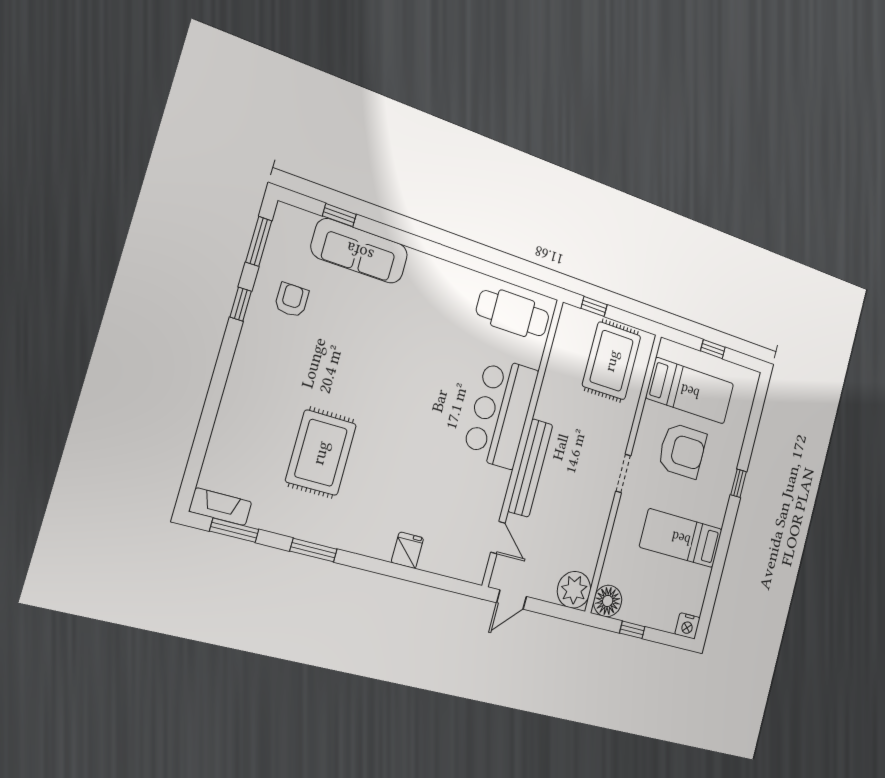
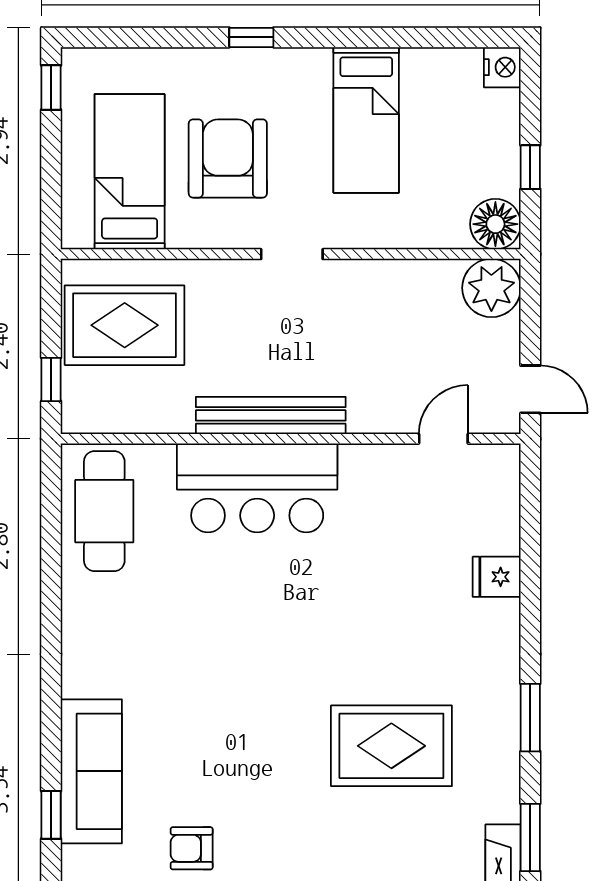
window: (713, 349) -> (51, 87), moved
bench: (530, 468) -> (271, 415), moved

